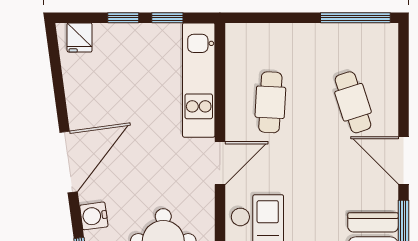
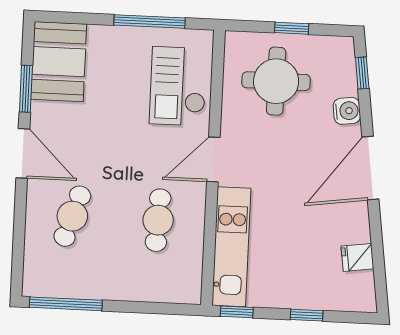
window: (167, 18) -> (237, 312), moved
fridge: (80, 38) -> (357, 257), moved, turned -98
cafe table: (353, 102) -> (72, 216), turned 36

